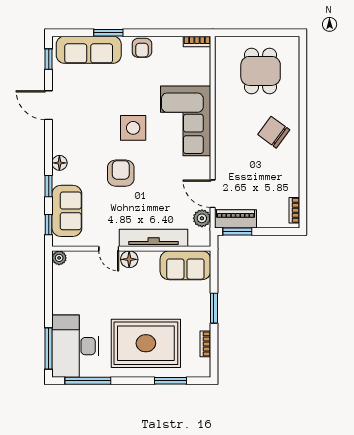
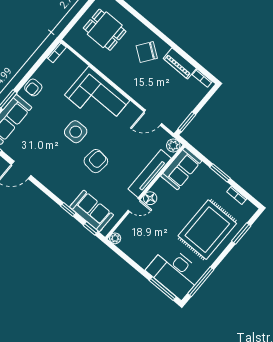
armchair: (142, 48) -> (33, 87), turned 90
floor lamp: (59, 163) -> (60, 192), removed
armchair: (121, 173) -> (96, 161), turned 96
plant: (202, 218) -> (173, 145), moved
piano: (236, 219) -> (180, 63), moved, turned -90

